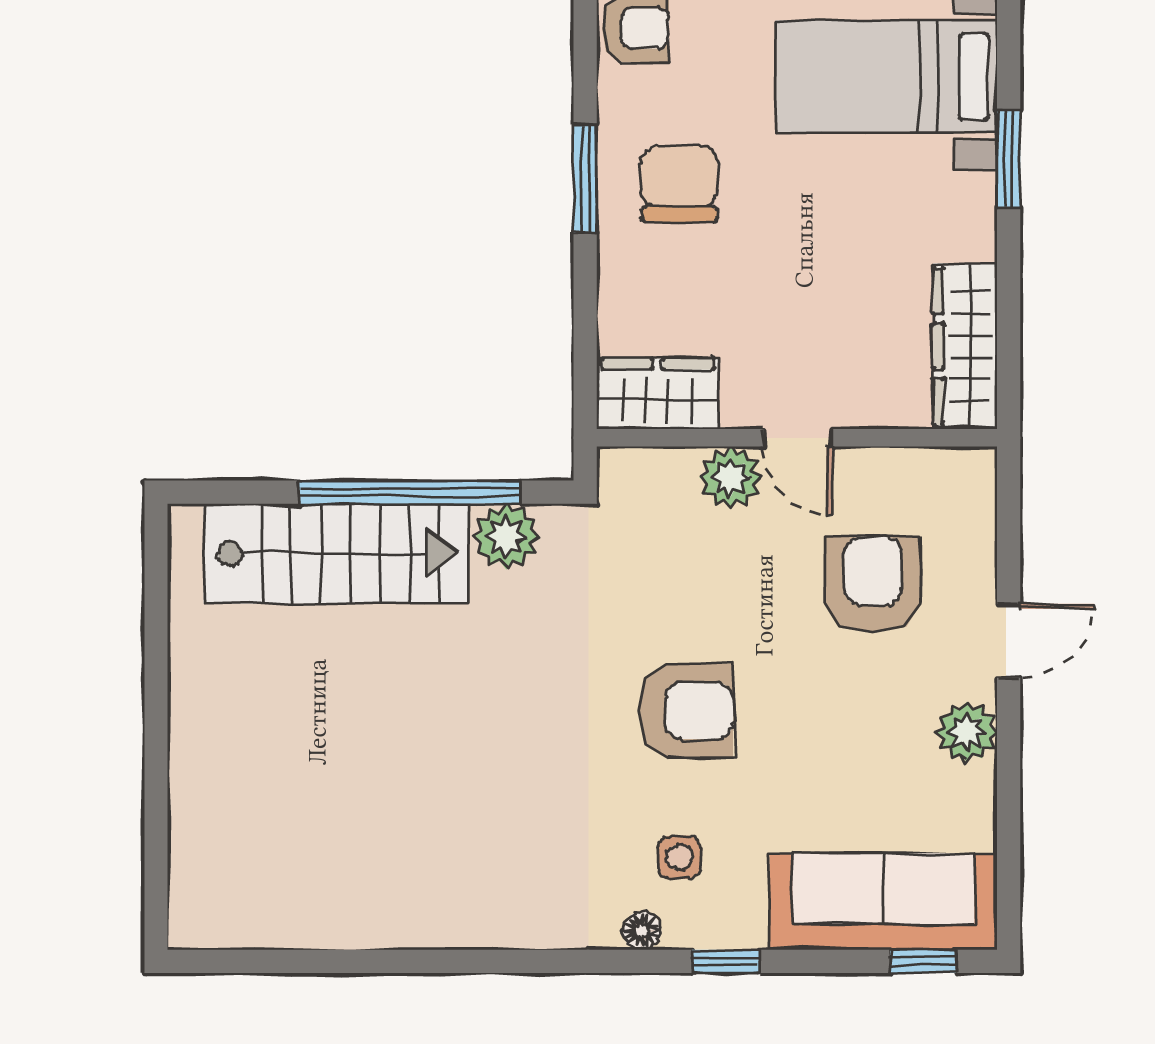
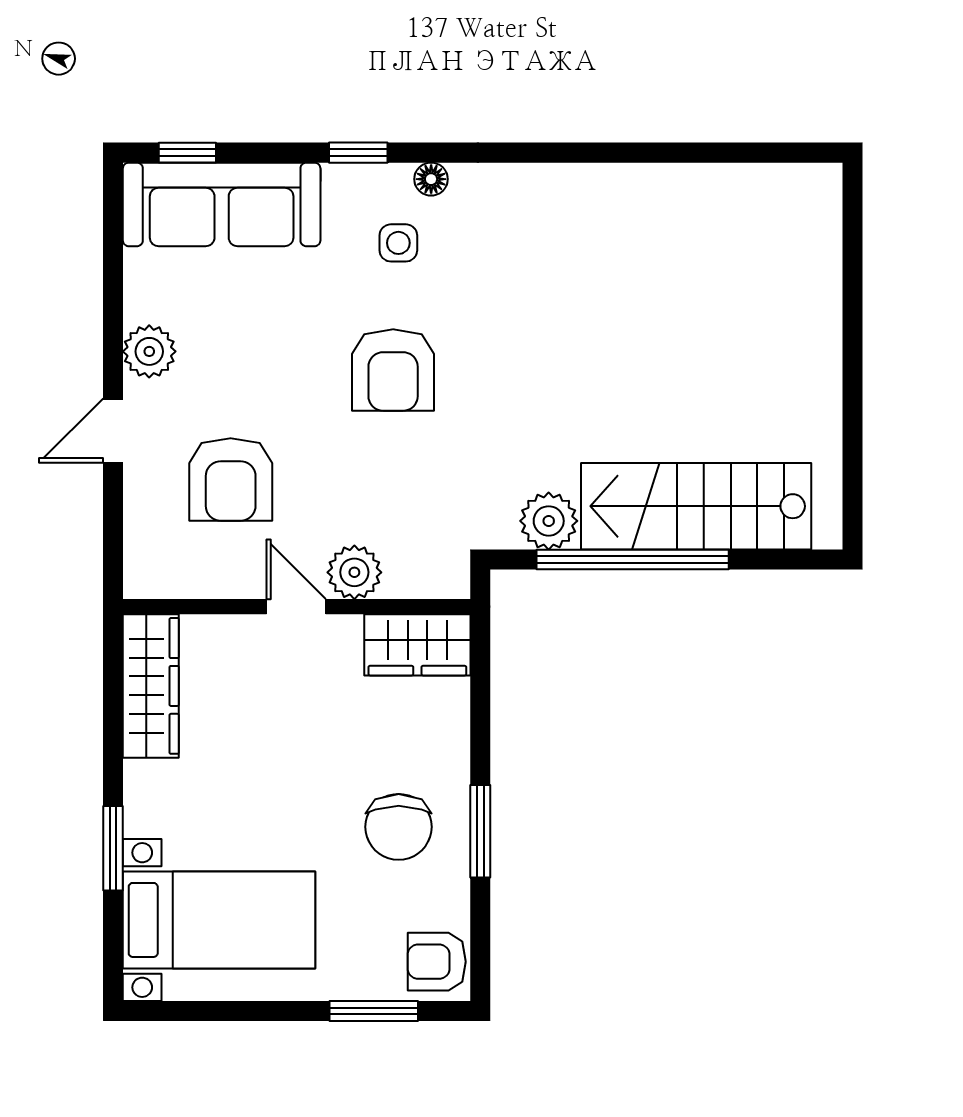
armchair: (686, 711) -> (393, 370), turned -90

